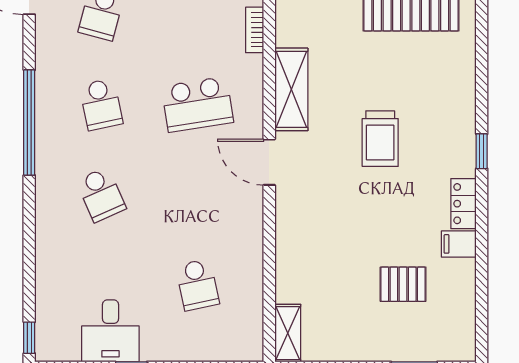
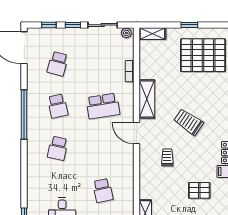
trolley: (380, 139) -> (189, 122), turned 124
school desk: (101, 195) -> (58, 148), turned 36
trolley: (335, 214) -> (167, 157), added

